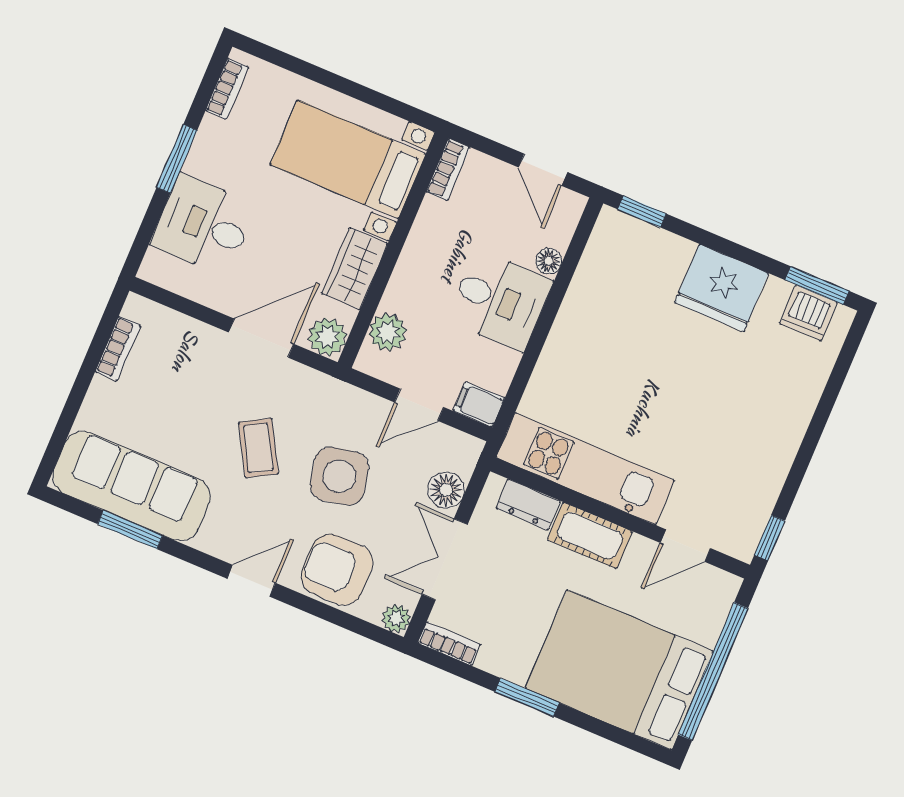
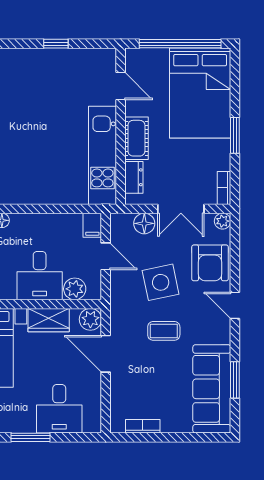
desk: (500, 300) -> (40, 276), moved, turned 180
coffee table: (258, 448) -> (164, 331), turned 30
window: (770, 538) -> (56, 44), moved

